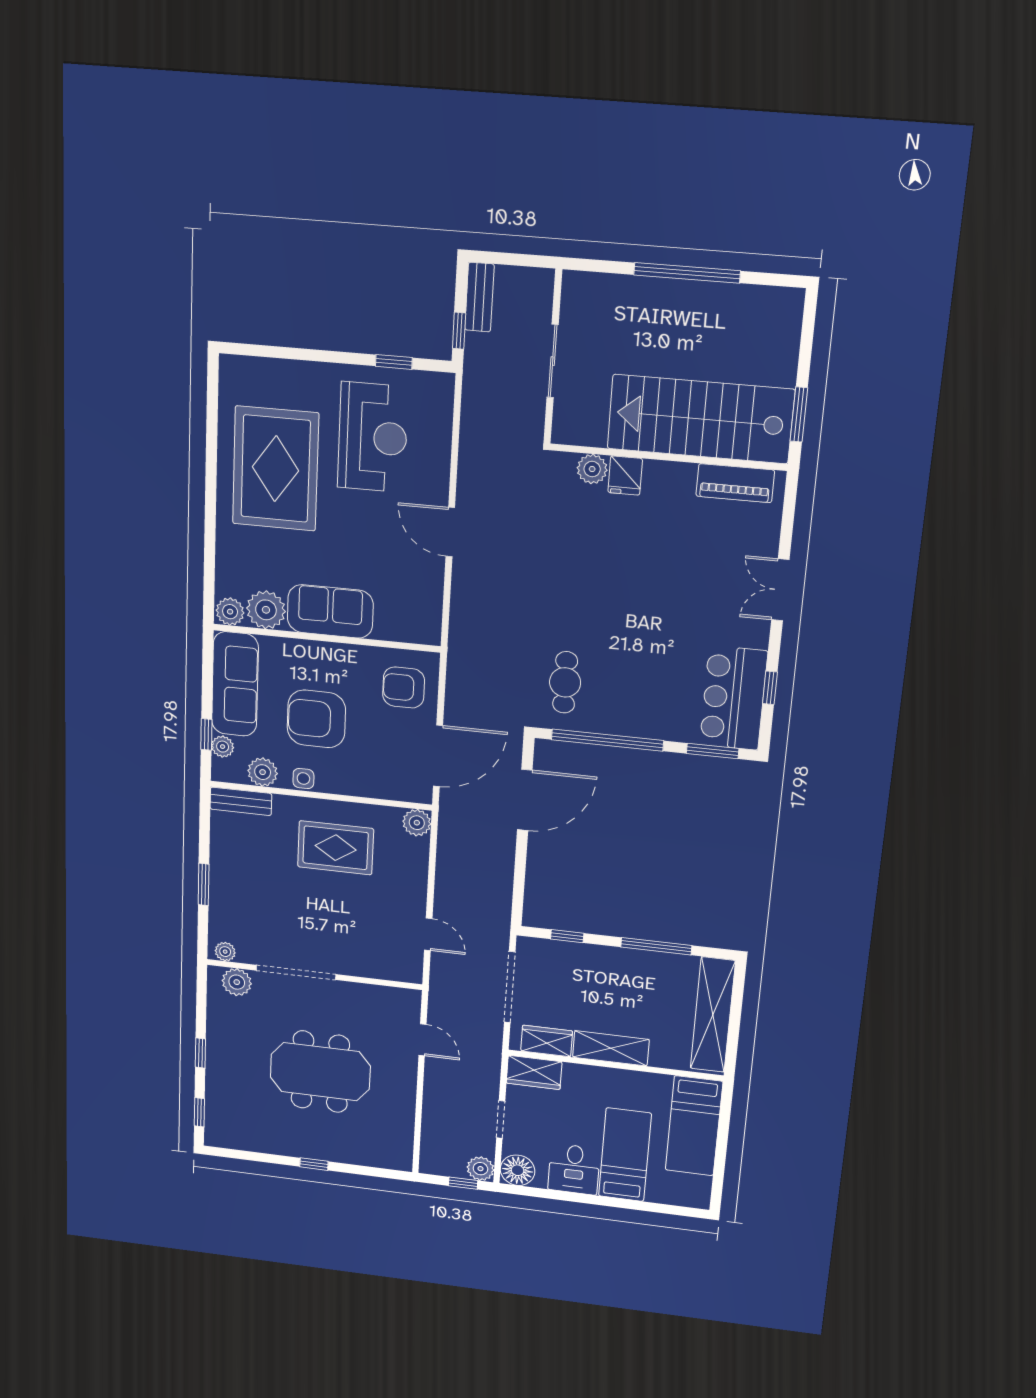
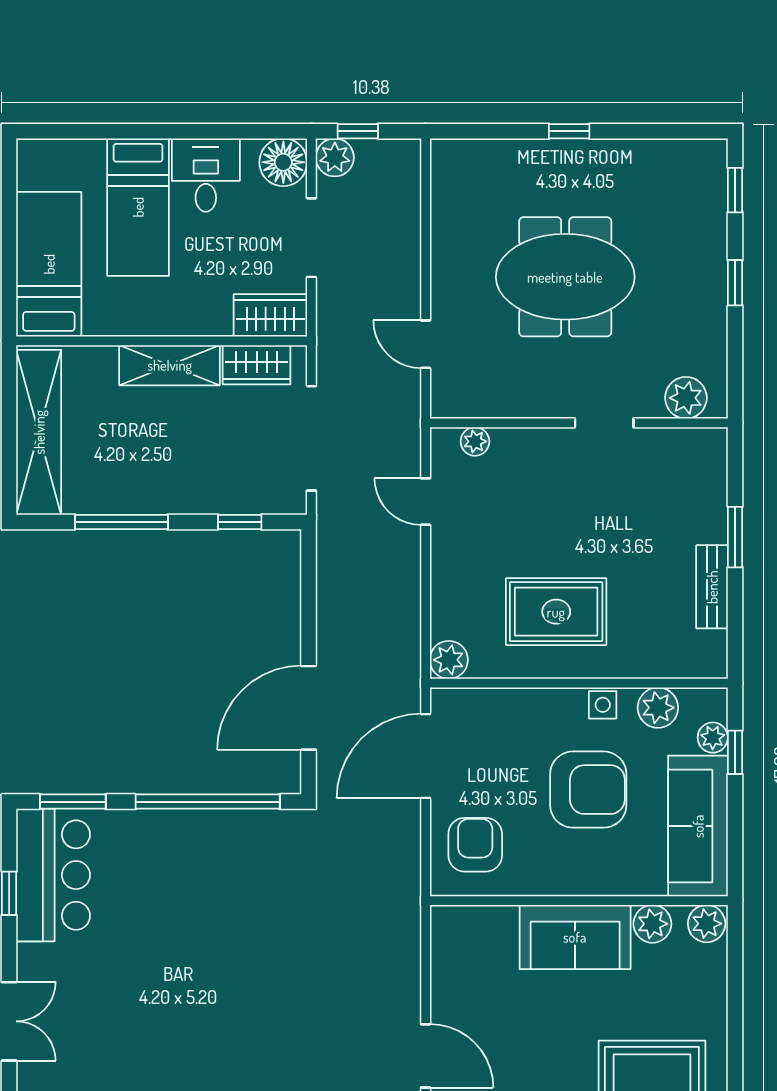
plant: (266, 610) -> (652, 924), width x0.73, depth x0.73
cafe table: (565, 682) -> (267, 873), removed
armchair: (404, 687) -> (475, 845), turned -90
bench: (241, 801) -> (712, 587), moved, turned 90
plant: (225, 952) -> (475, 441), moved
doorway: (296, 972) -> (604, 423), width x0.53
doorway: (501, 1119) -> (311, 238), width x1.38

